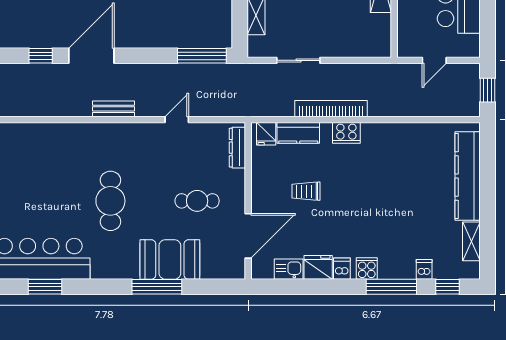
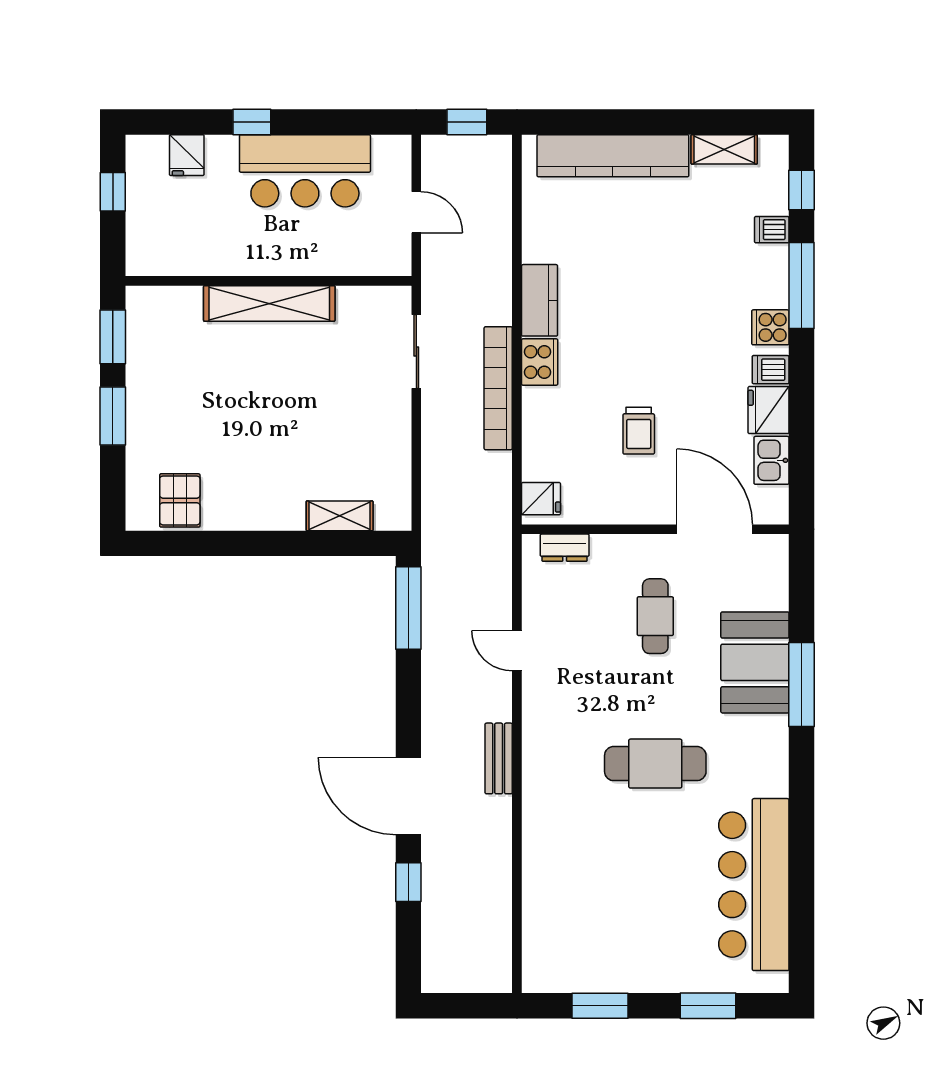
sliding door: (298, 60) -> (416, 351), moved
kitchen counter: (298, 133) -> (540, 300), moved
dresser: (237, 148) -> (565, 548), width x0.70
window: (45, 287) -> (802, 875), removed

